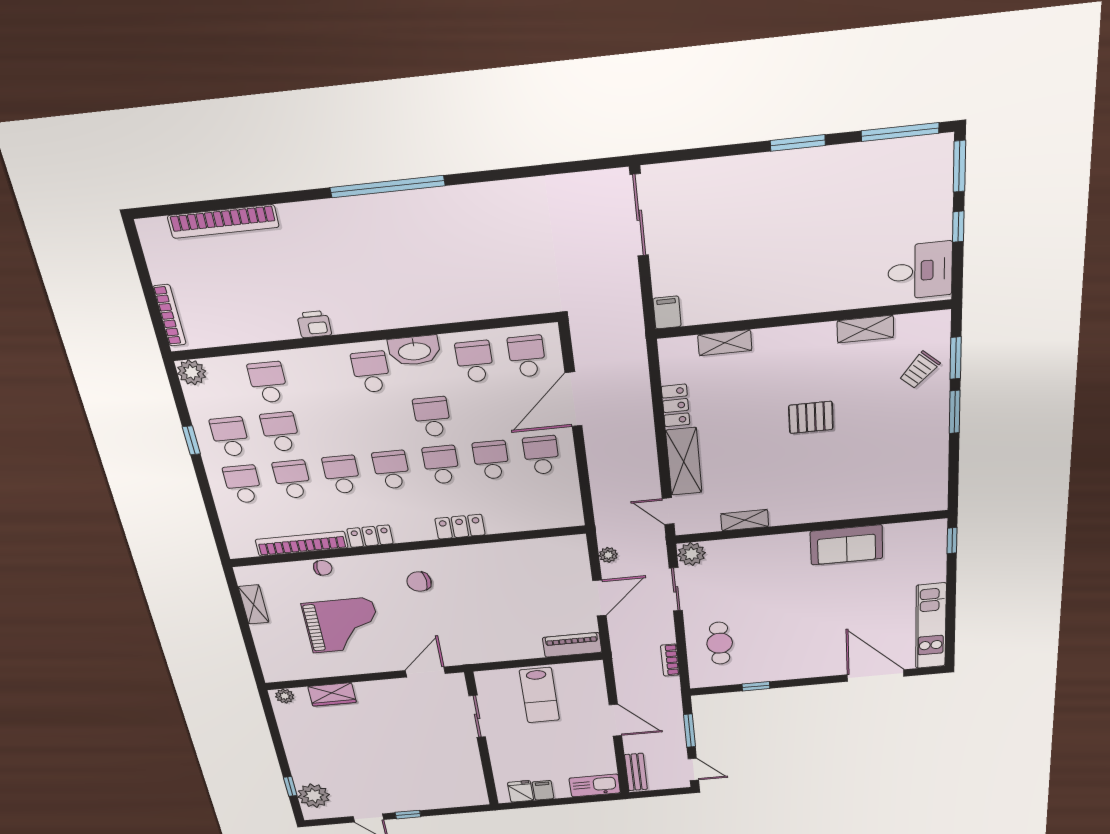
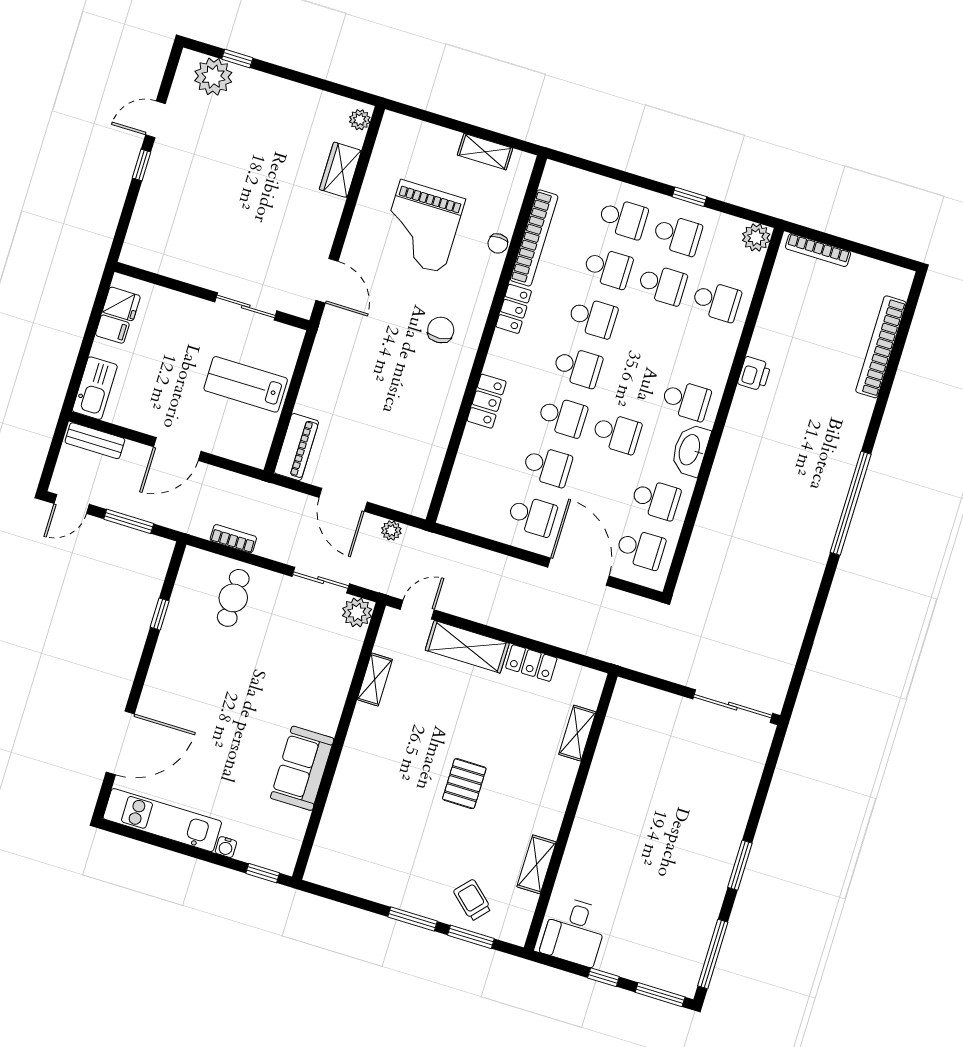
filing cabinet: (667, 312) -> (630, 693), removed
water cooler: (938, 575) -> (226, 847), added
cafe table: (720, 643) -> (233, 598), turned 90

